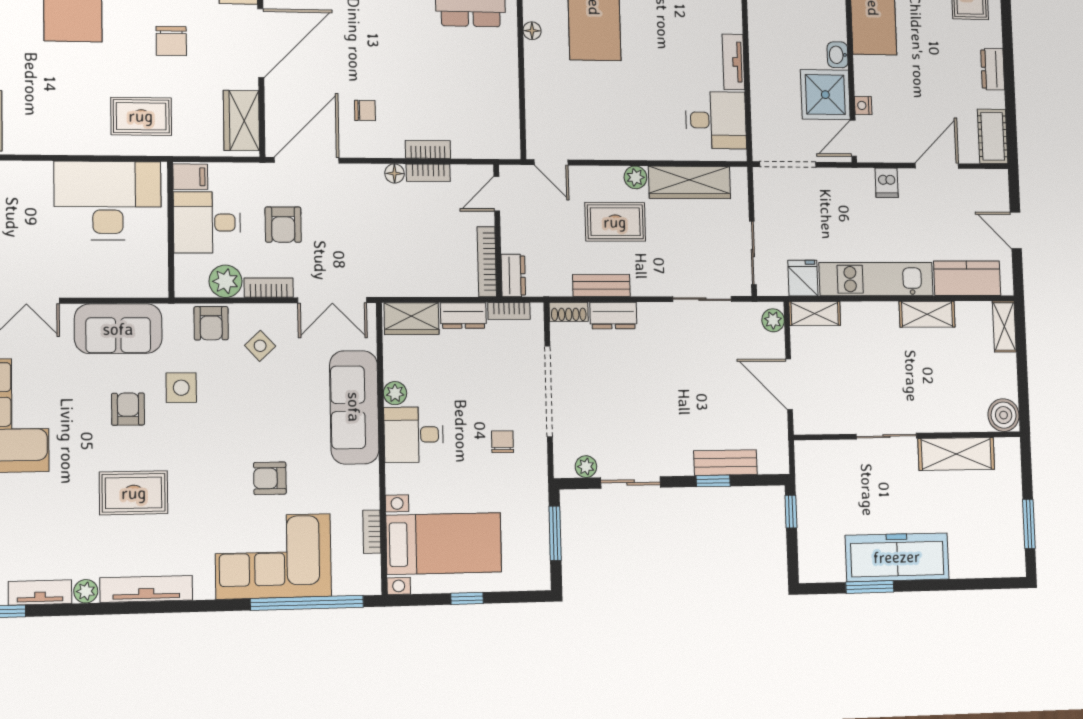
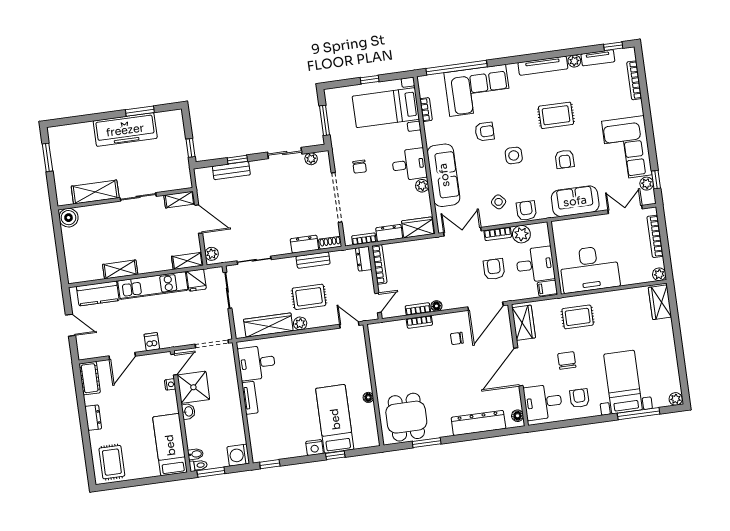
shelving: (1004, 326) -> (179, 200), moved, turned 90
side table: (181, 388) -> (514, 155), moved

